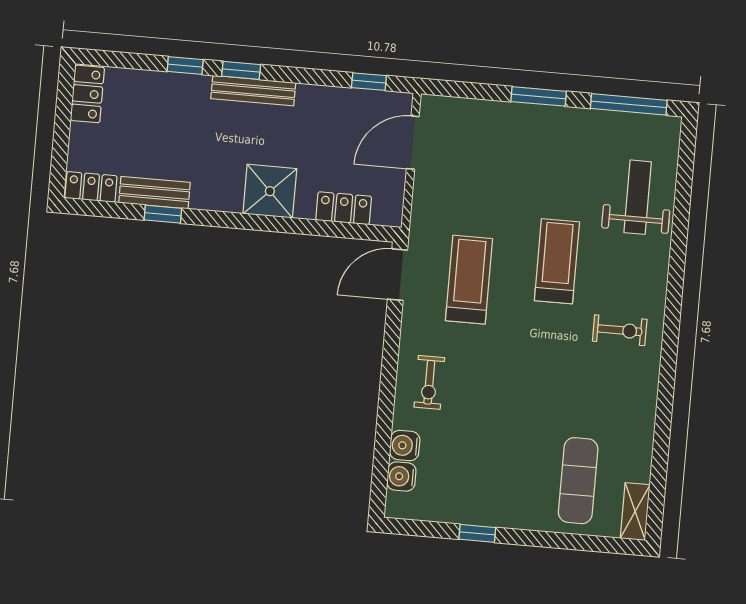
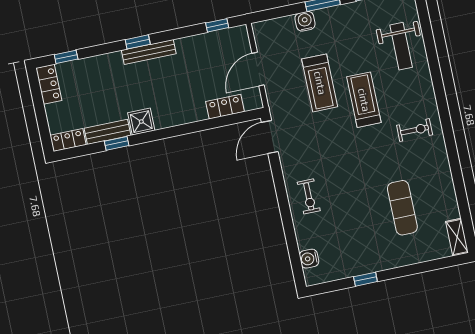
window: (185, 66) -> (66, 57), moved
door: (413, 143) -> (258, 69), moved
shower: (270, 191) -> (141, 122), moved, width x0.73, depth x0.73
weight bench: (638, 197) -> (401, 46), turned 180
treadmill: (469, 280) -> (320, 83), moved, turned 180
water cooler: (405, 446) -> (305, 21), moved, turned 90
exercise mat: (578, 481) -> (402, 208), moved

